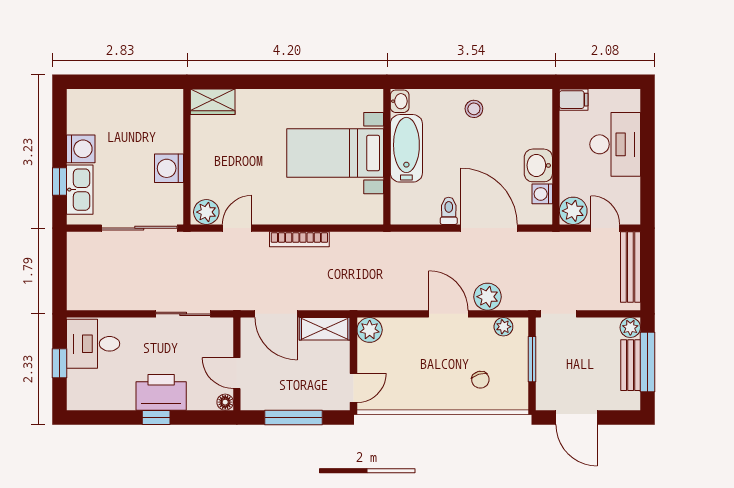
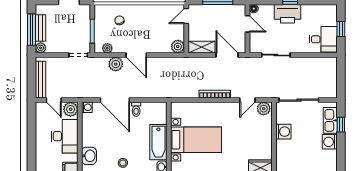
desk: (615, 144) -> (65, 136), moved, turned 180
washbasin: (538, 165) -> (89, 156), moved
washing machine: (542, 194) -> (87, 107), moved

